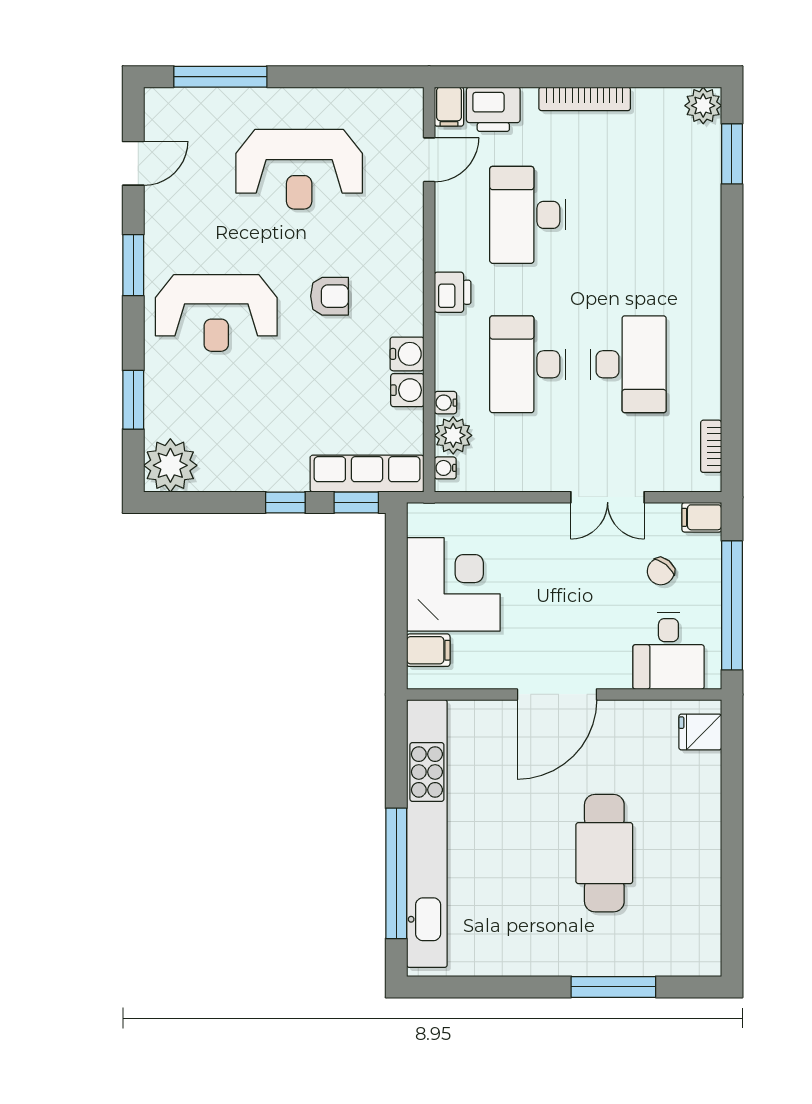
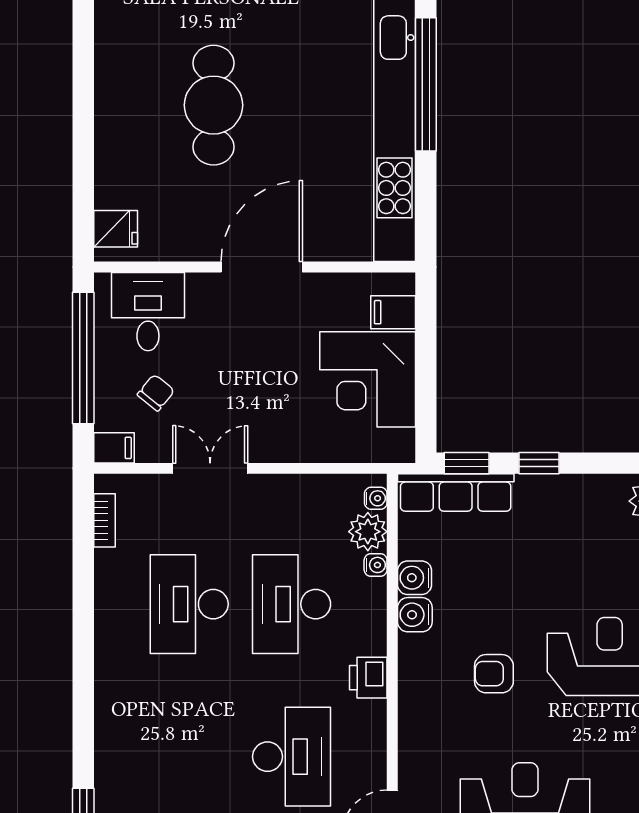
desk: (528, 364) -> (292, 604), turned 180

